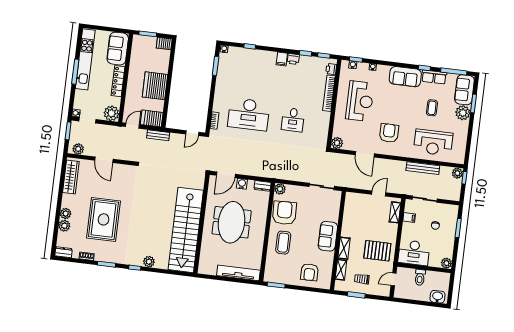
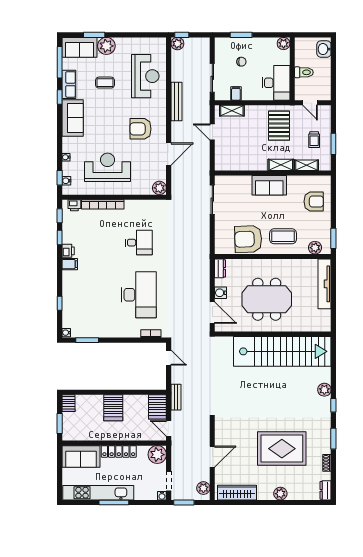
server rack: (155, 86) -> (113, 408), width x0.62
bench: (423, 168) -> (176, 101), moved
plant: (280, 189) -> (315, 248), moved
plant: (64, 226) -> (295, 493), removed

